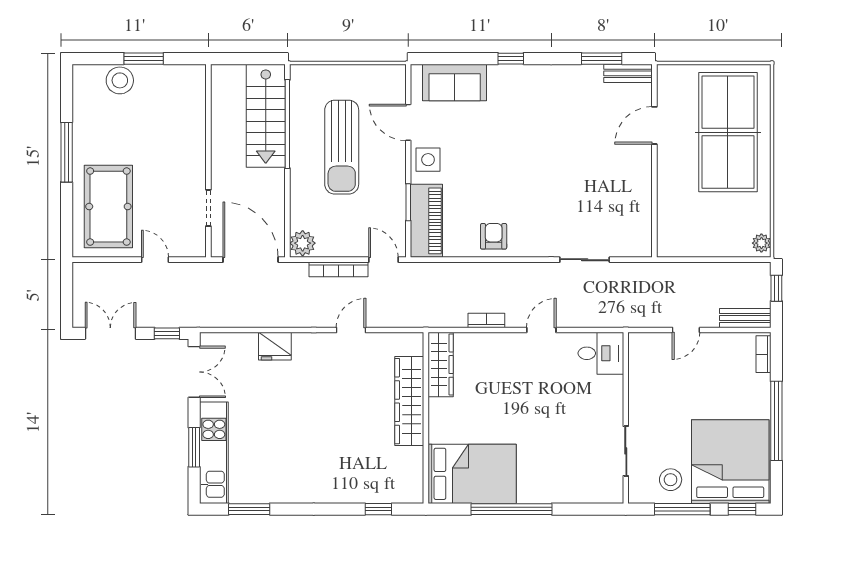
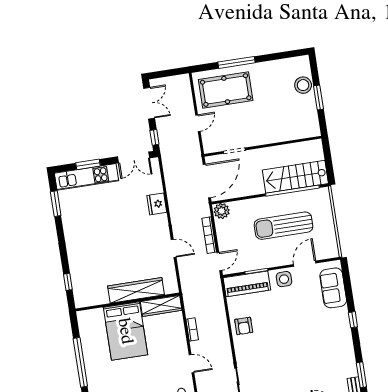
window: (67, 152) -> (236, 62), moved
armchair: (494, 236) -> (244, 326), turned 90
bed: (472, 474) -> (125, 331), moved

